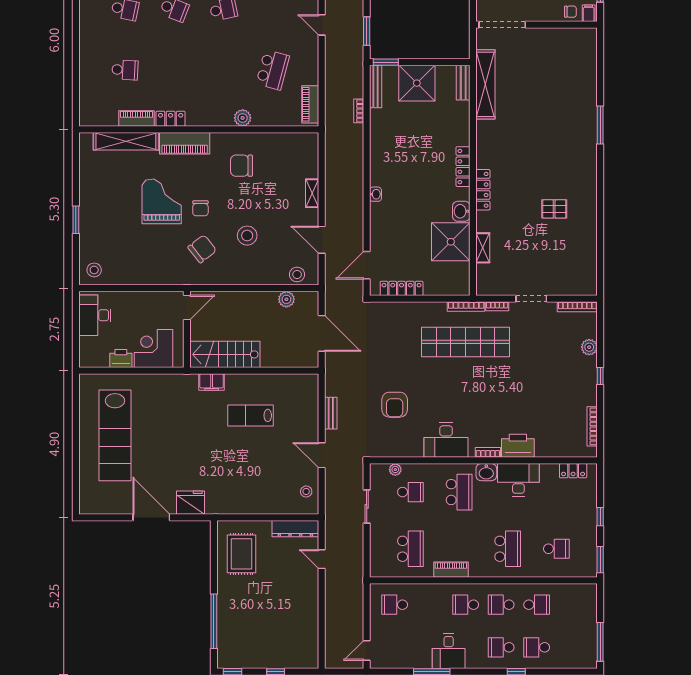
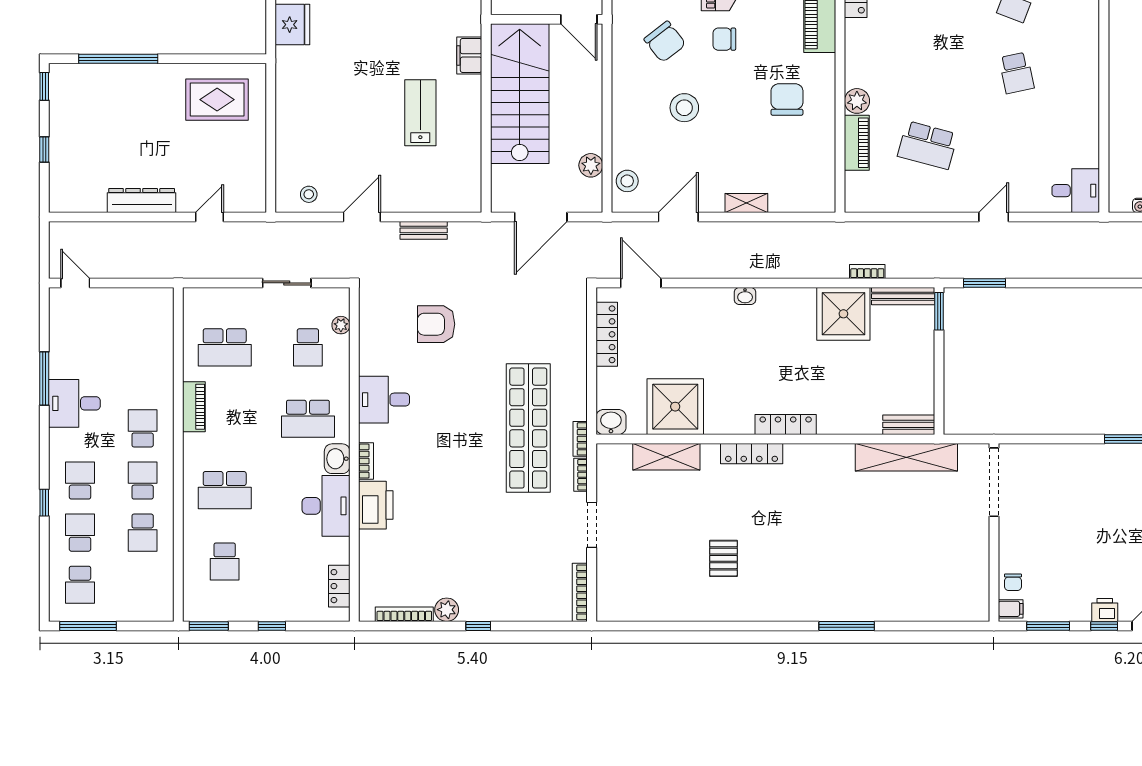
shower: (417, 83) -> (843, 314), moved
piano: (310, 104) -> (857, 143), moved, turned 90
washbasin: (461, 211) -> (611, 422), moved
shelving: (483, 248) -> (666, 457), width x1.50, depth x1.33
bookcase: (466, 307) -> (580, 439), width x0.64
plant: (589, 347) -> (447, 610), moved
stairs: (225, 354) -> (520, 94), width x1.36, depth x1.51
desk: (446, 440) -> (384, 400), width x0.73
dresser: (295, 529) -> (142, 200), moved, turned 90
school desk: (395, 605) -> (80, 585), moved, turned 180

